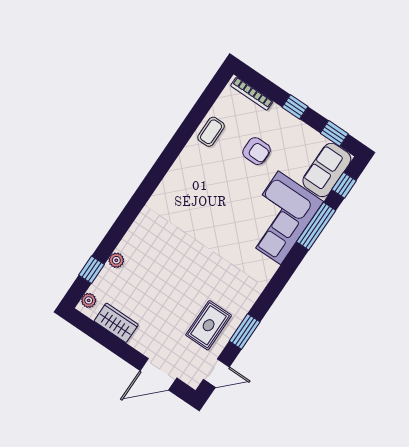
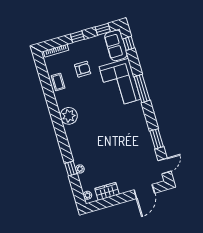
plant: (177, 185) -> (69, 116), added
window: (316, 226) -> (142, 89), moved
window: (91, 270) -> (71, 168), moved
rug: (209, 325) -> (141, 152), removed

